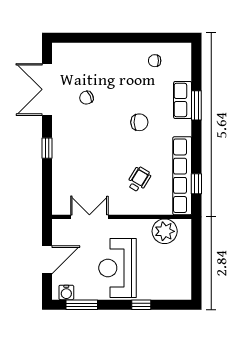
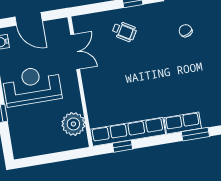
row of seats: (183, 100) -> (183, 123), moved
chair: (139, 122) -> (171, 84), removed
wheelchair: (139, 179) -> (124, 31), moved

